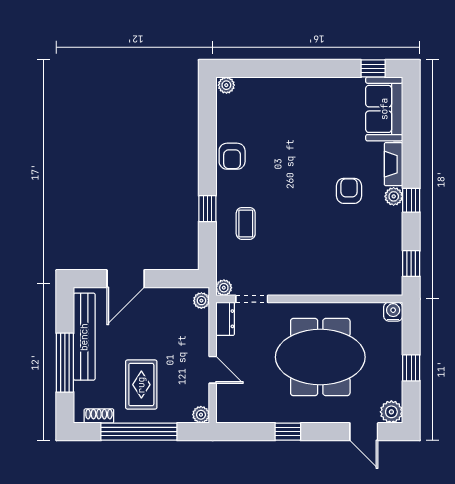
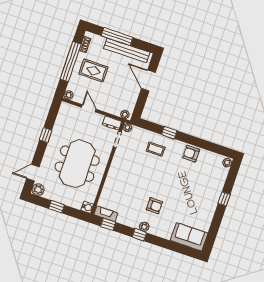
window: (373, 68) -> (224, 199), moved
fireplace: (393, 164) -> (106, 214), moved
door: (213, 370) -> (89, 108), swing flipped

